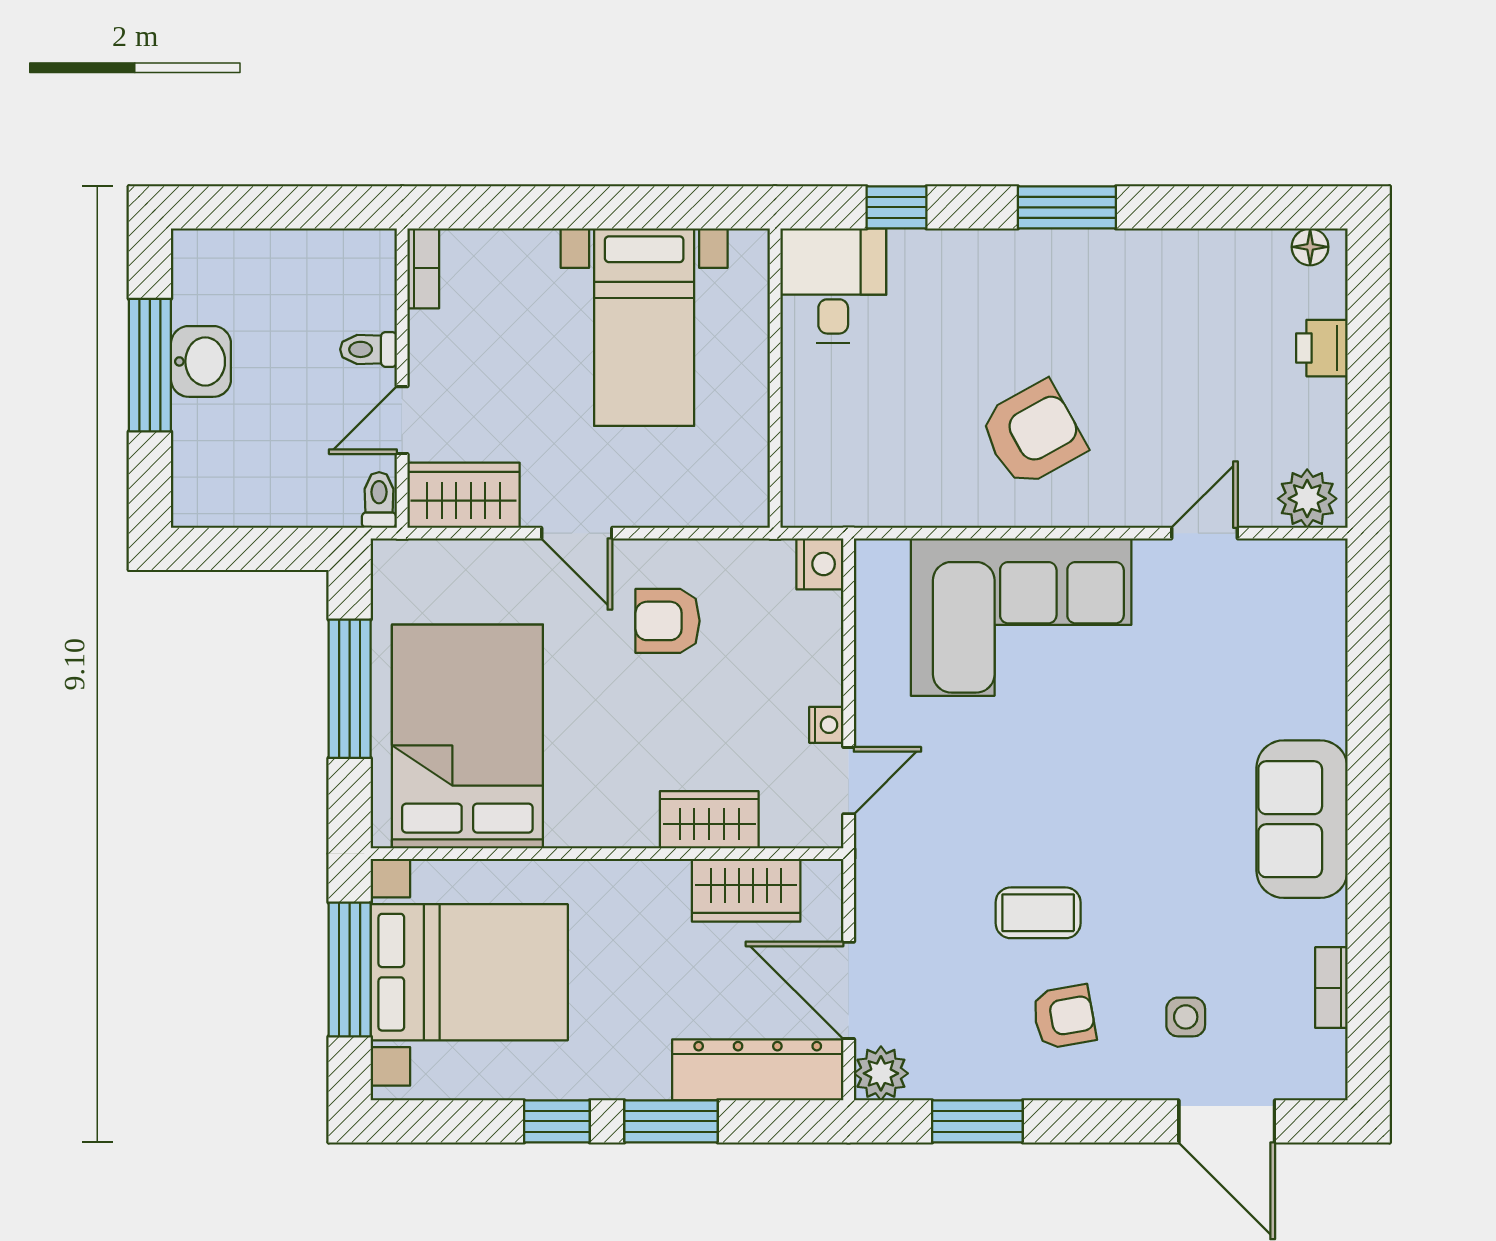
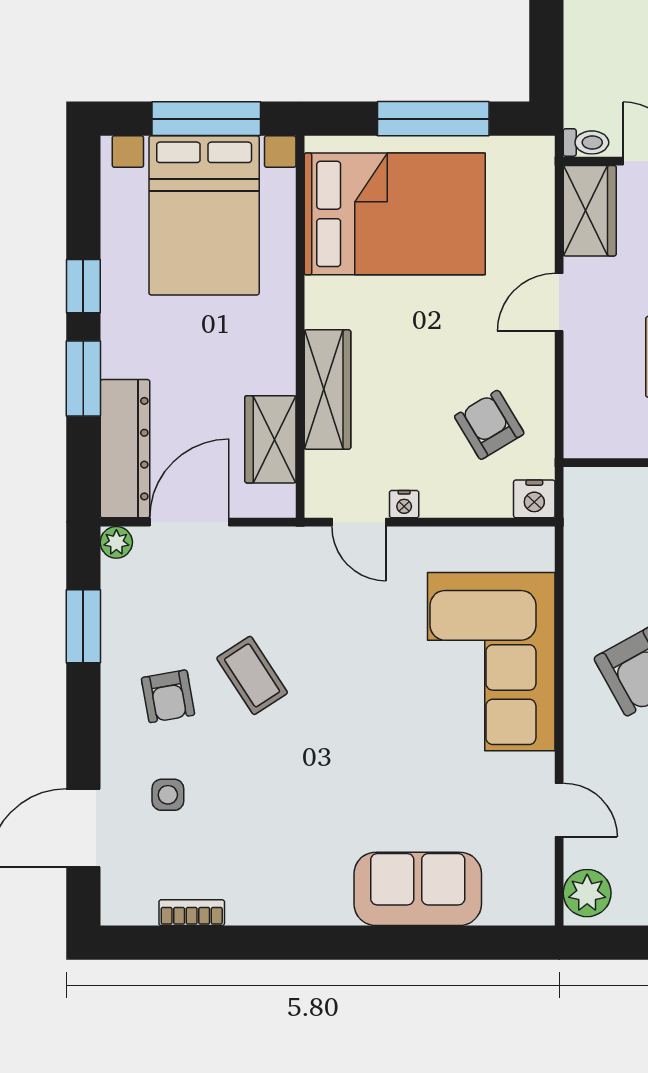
armchair: (667, 621) -> (489, 425), moved, turned -31
sofa: (1302, 819) -> (418, 889), moved
wardrobe: (709, 820) -> (327, 390), width x1.50
coffee table: (1038, 913) -> (252, 675), turned -33
plant: (881, 1073) -> (116, 542), width x0.73, depth x0.73

